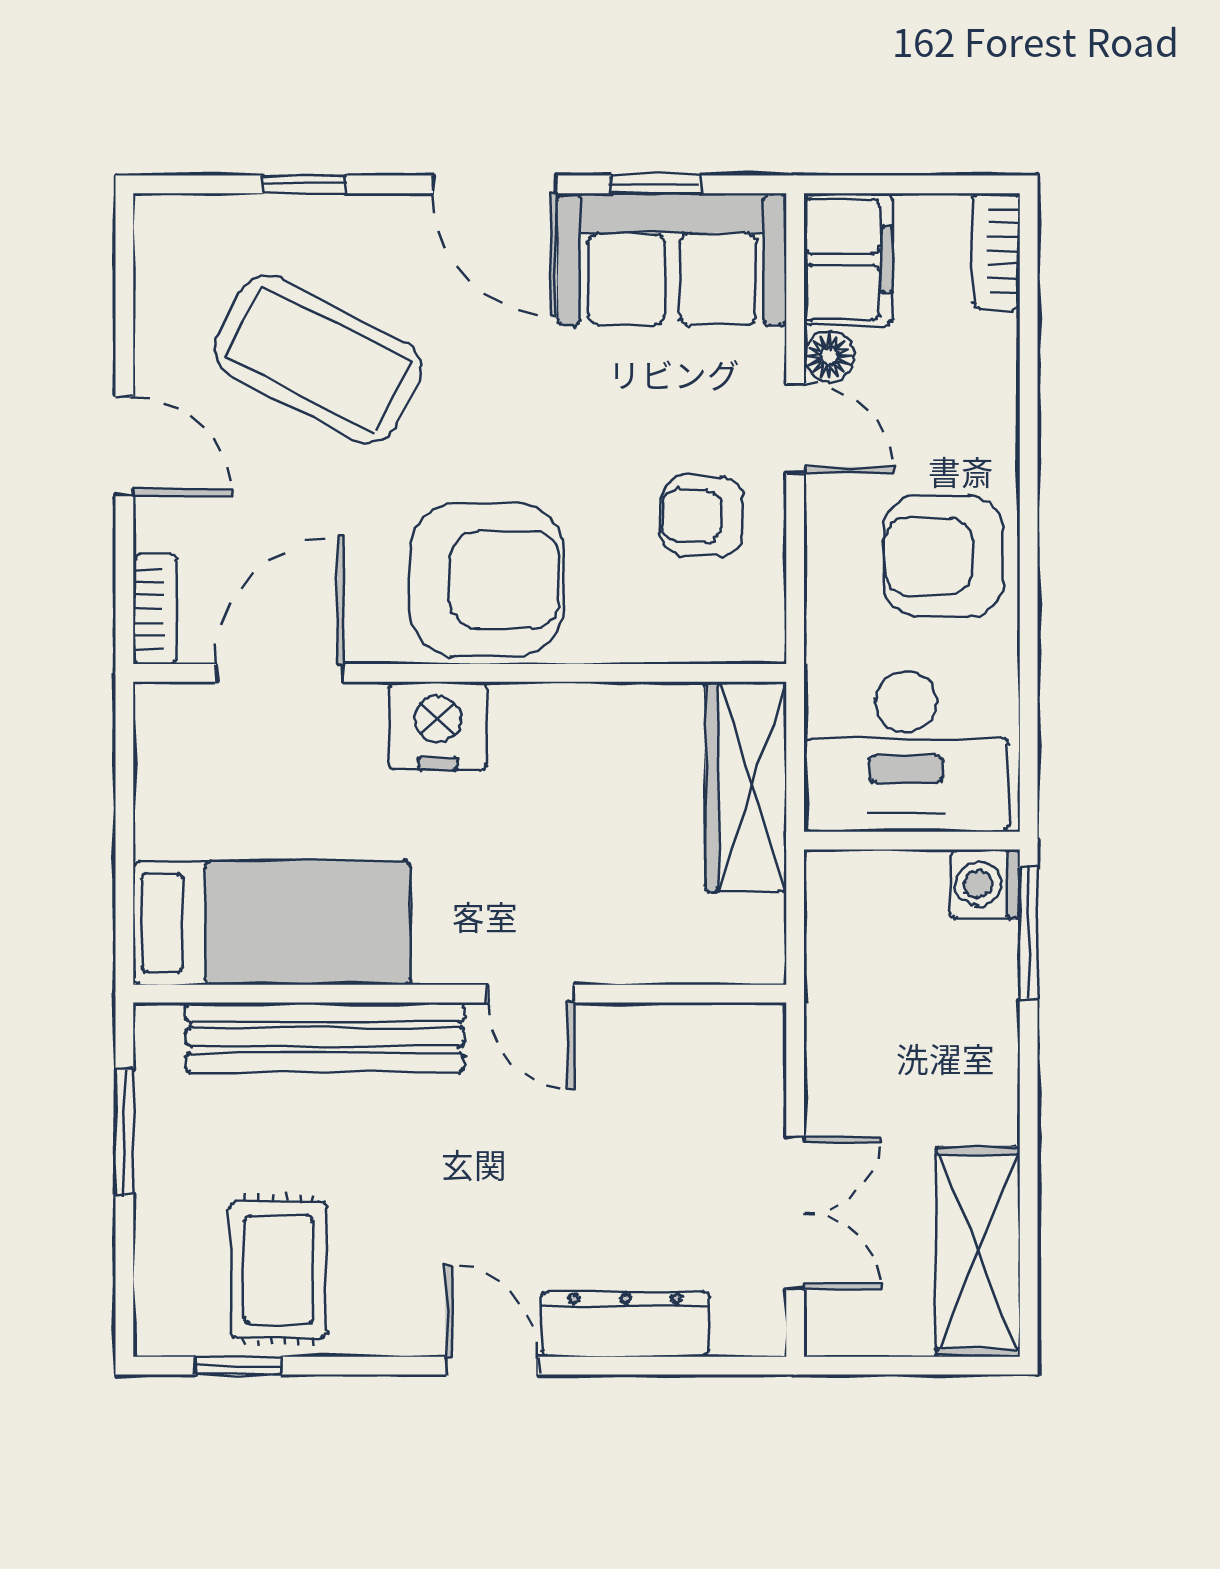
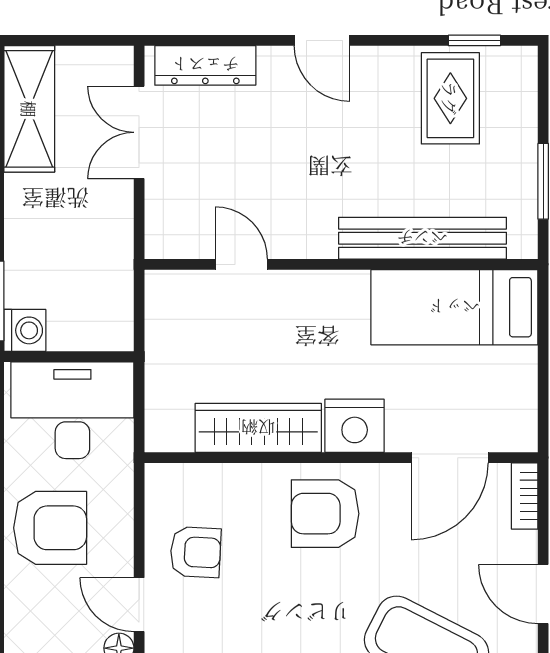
armchair: (486, 580) -> (325, 514), width x0.73, depth x0.73
wardrobe: (746, 787) -> (258, 428), moved, turned -90
door: (531, 994) -> (241, 264), moved
dresser: (625, 1324) -> (205, 65), moved

